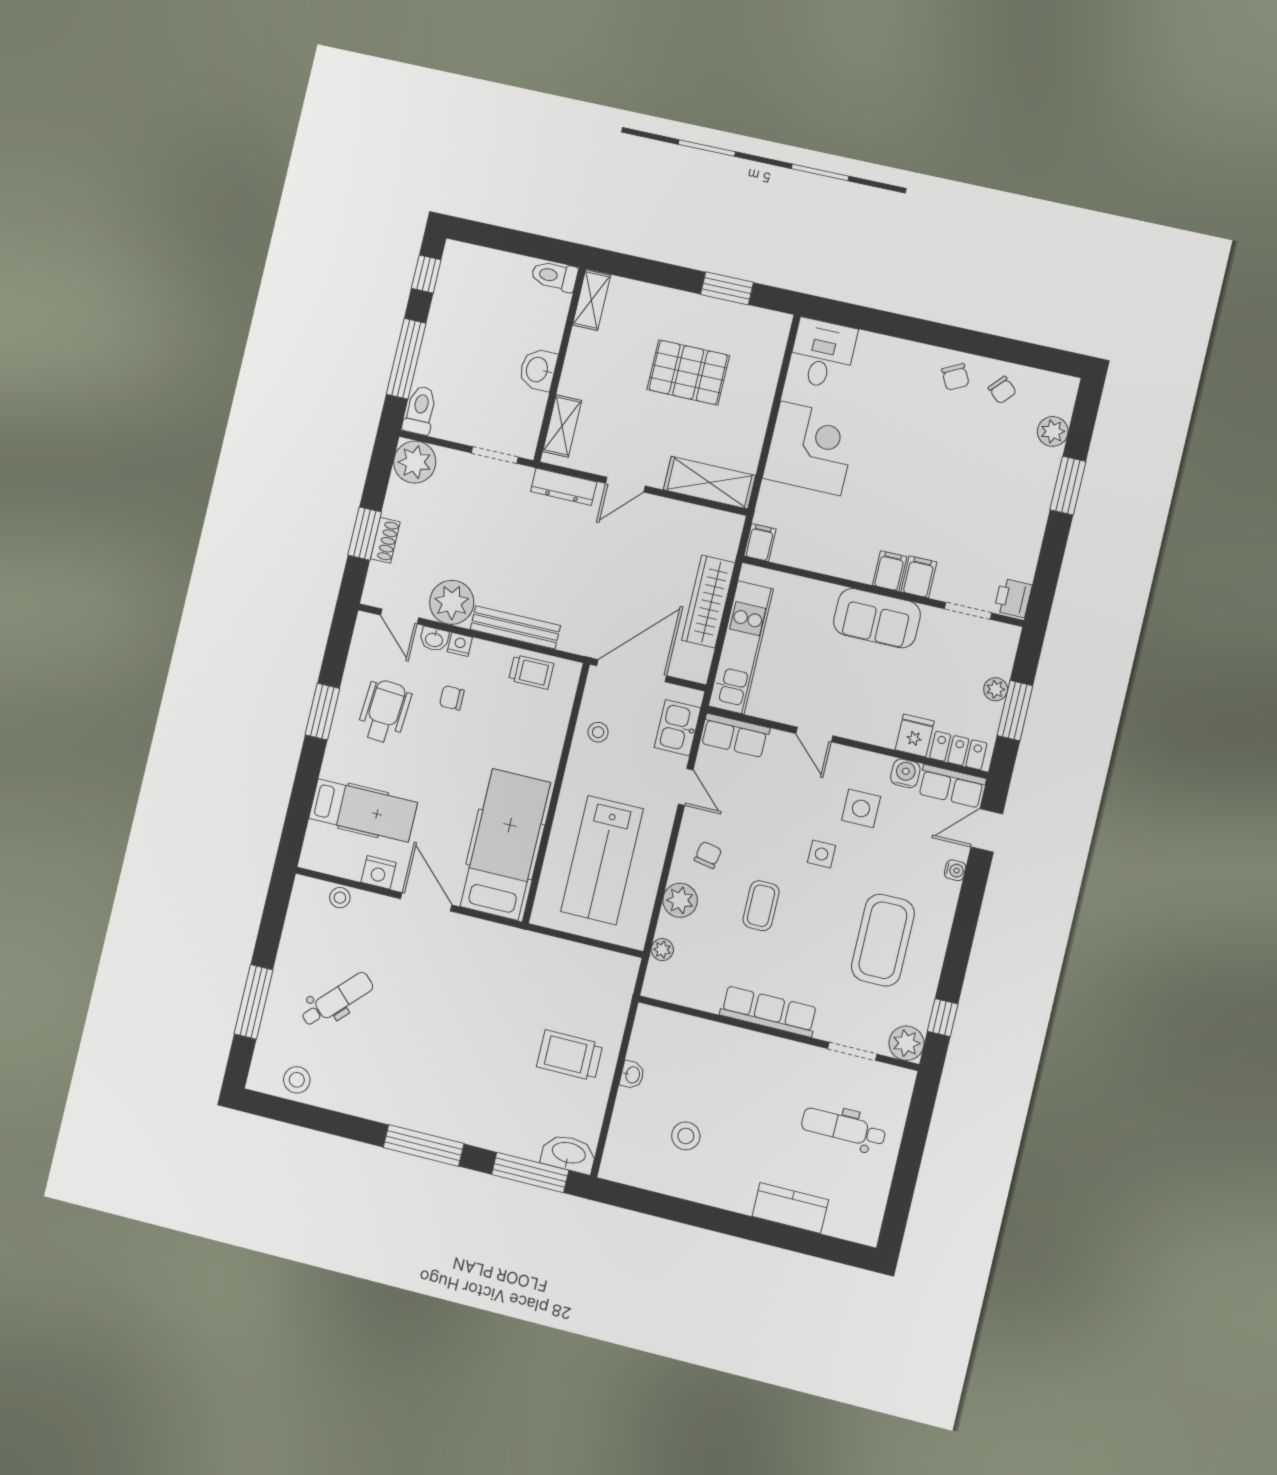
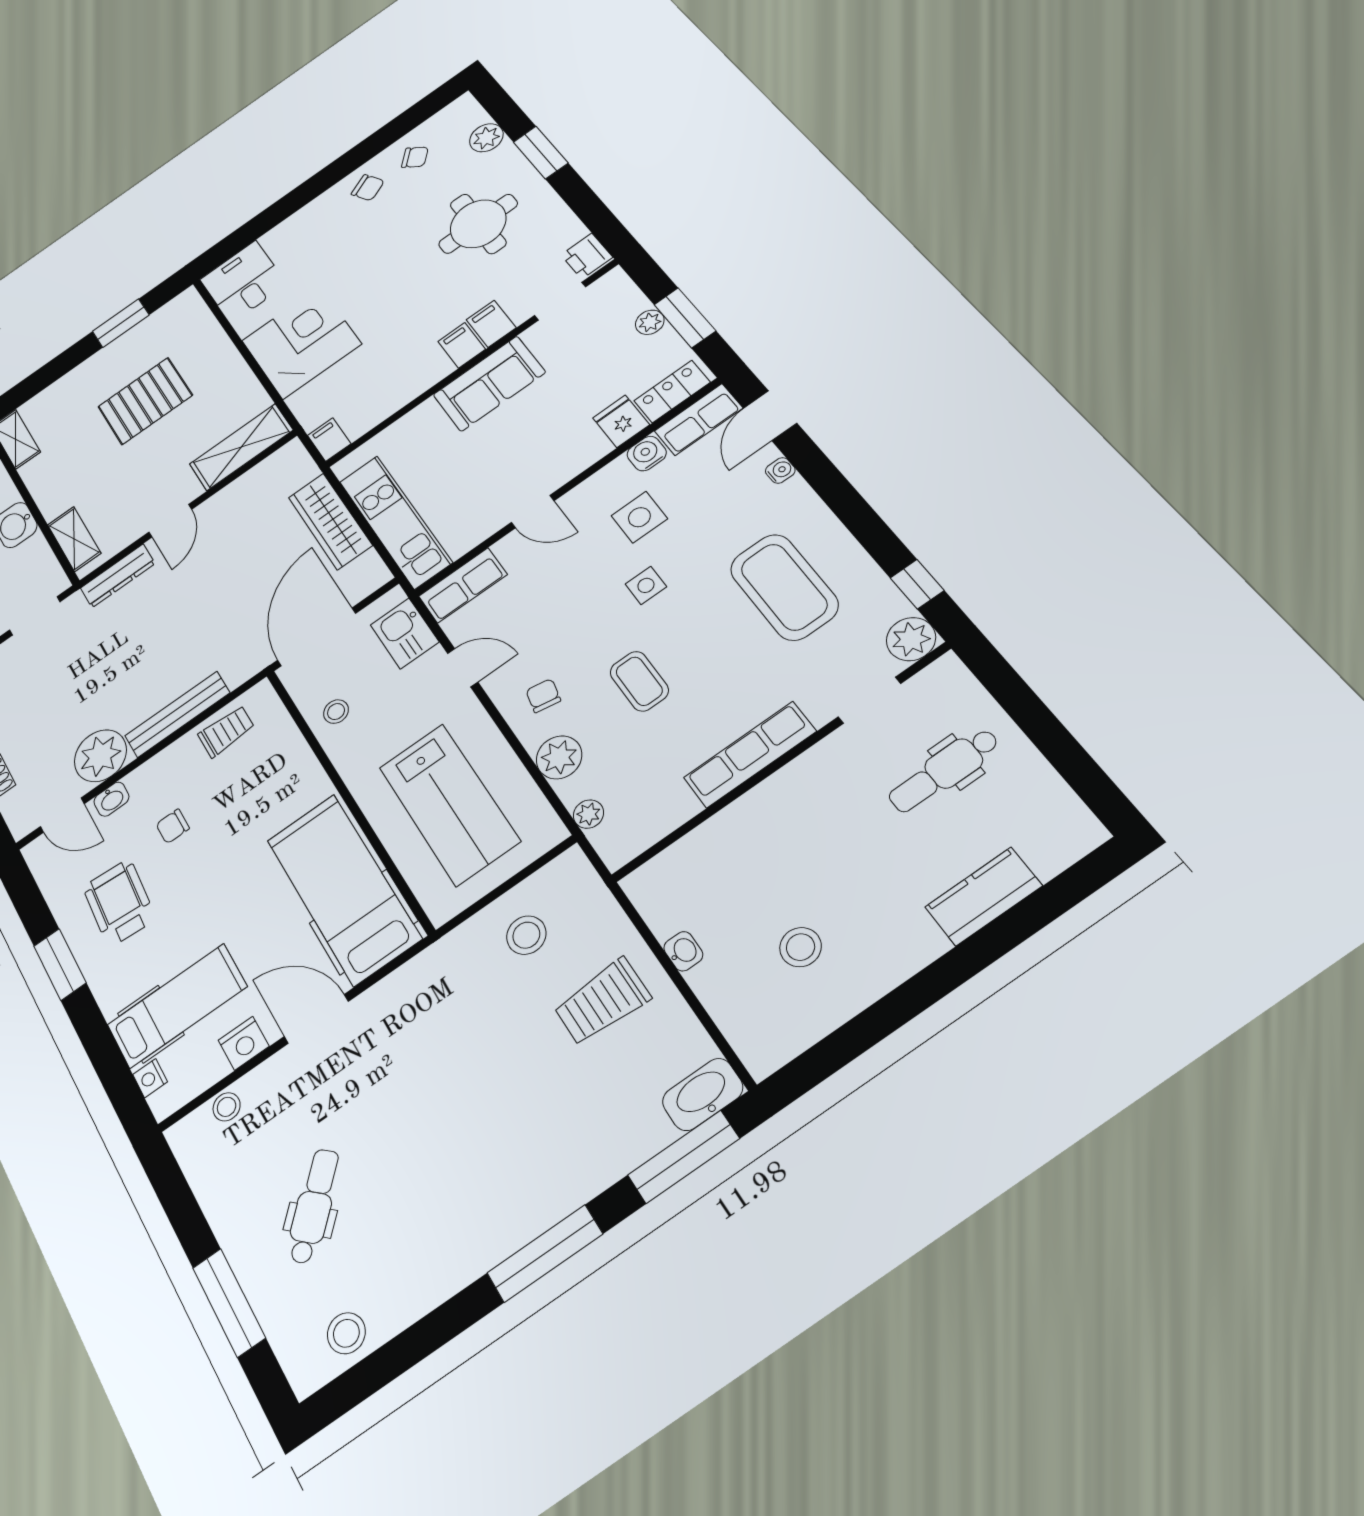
round table: (984, 493) -> (478, 224), added
nightstand: (460, 644) -> (150, 1078), moved, turned -90
stool: (569, 979) -> (526, 935), added

